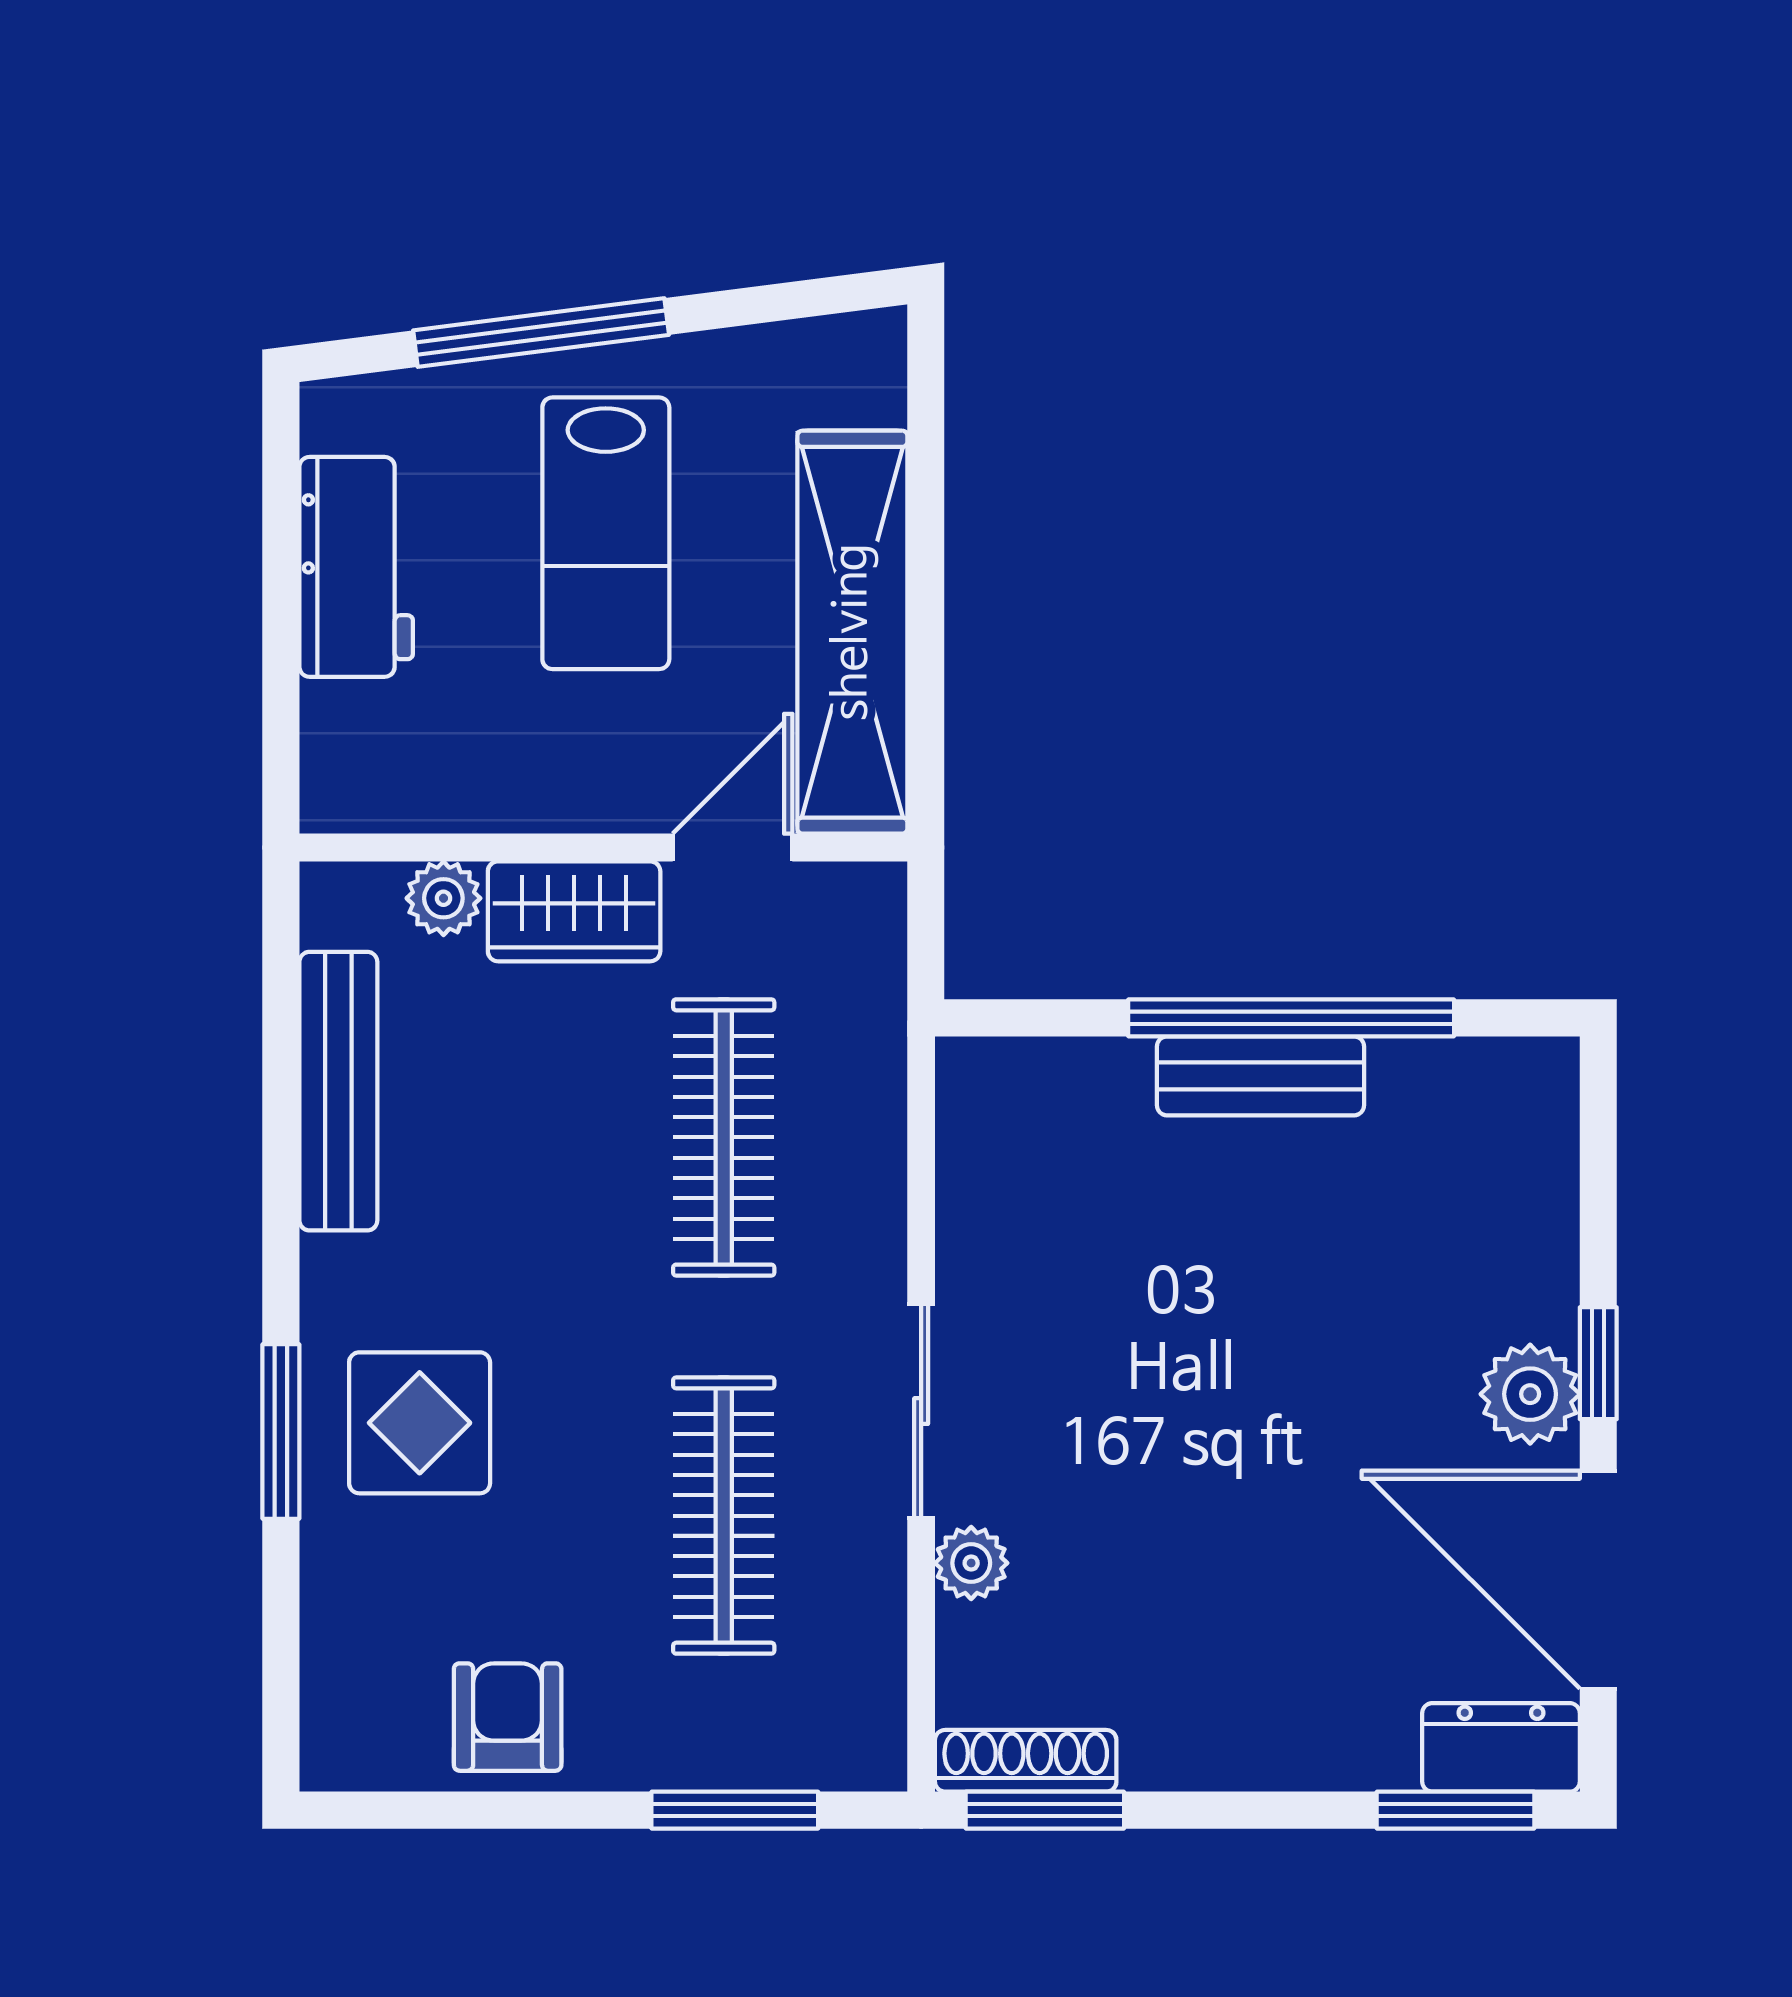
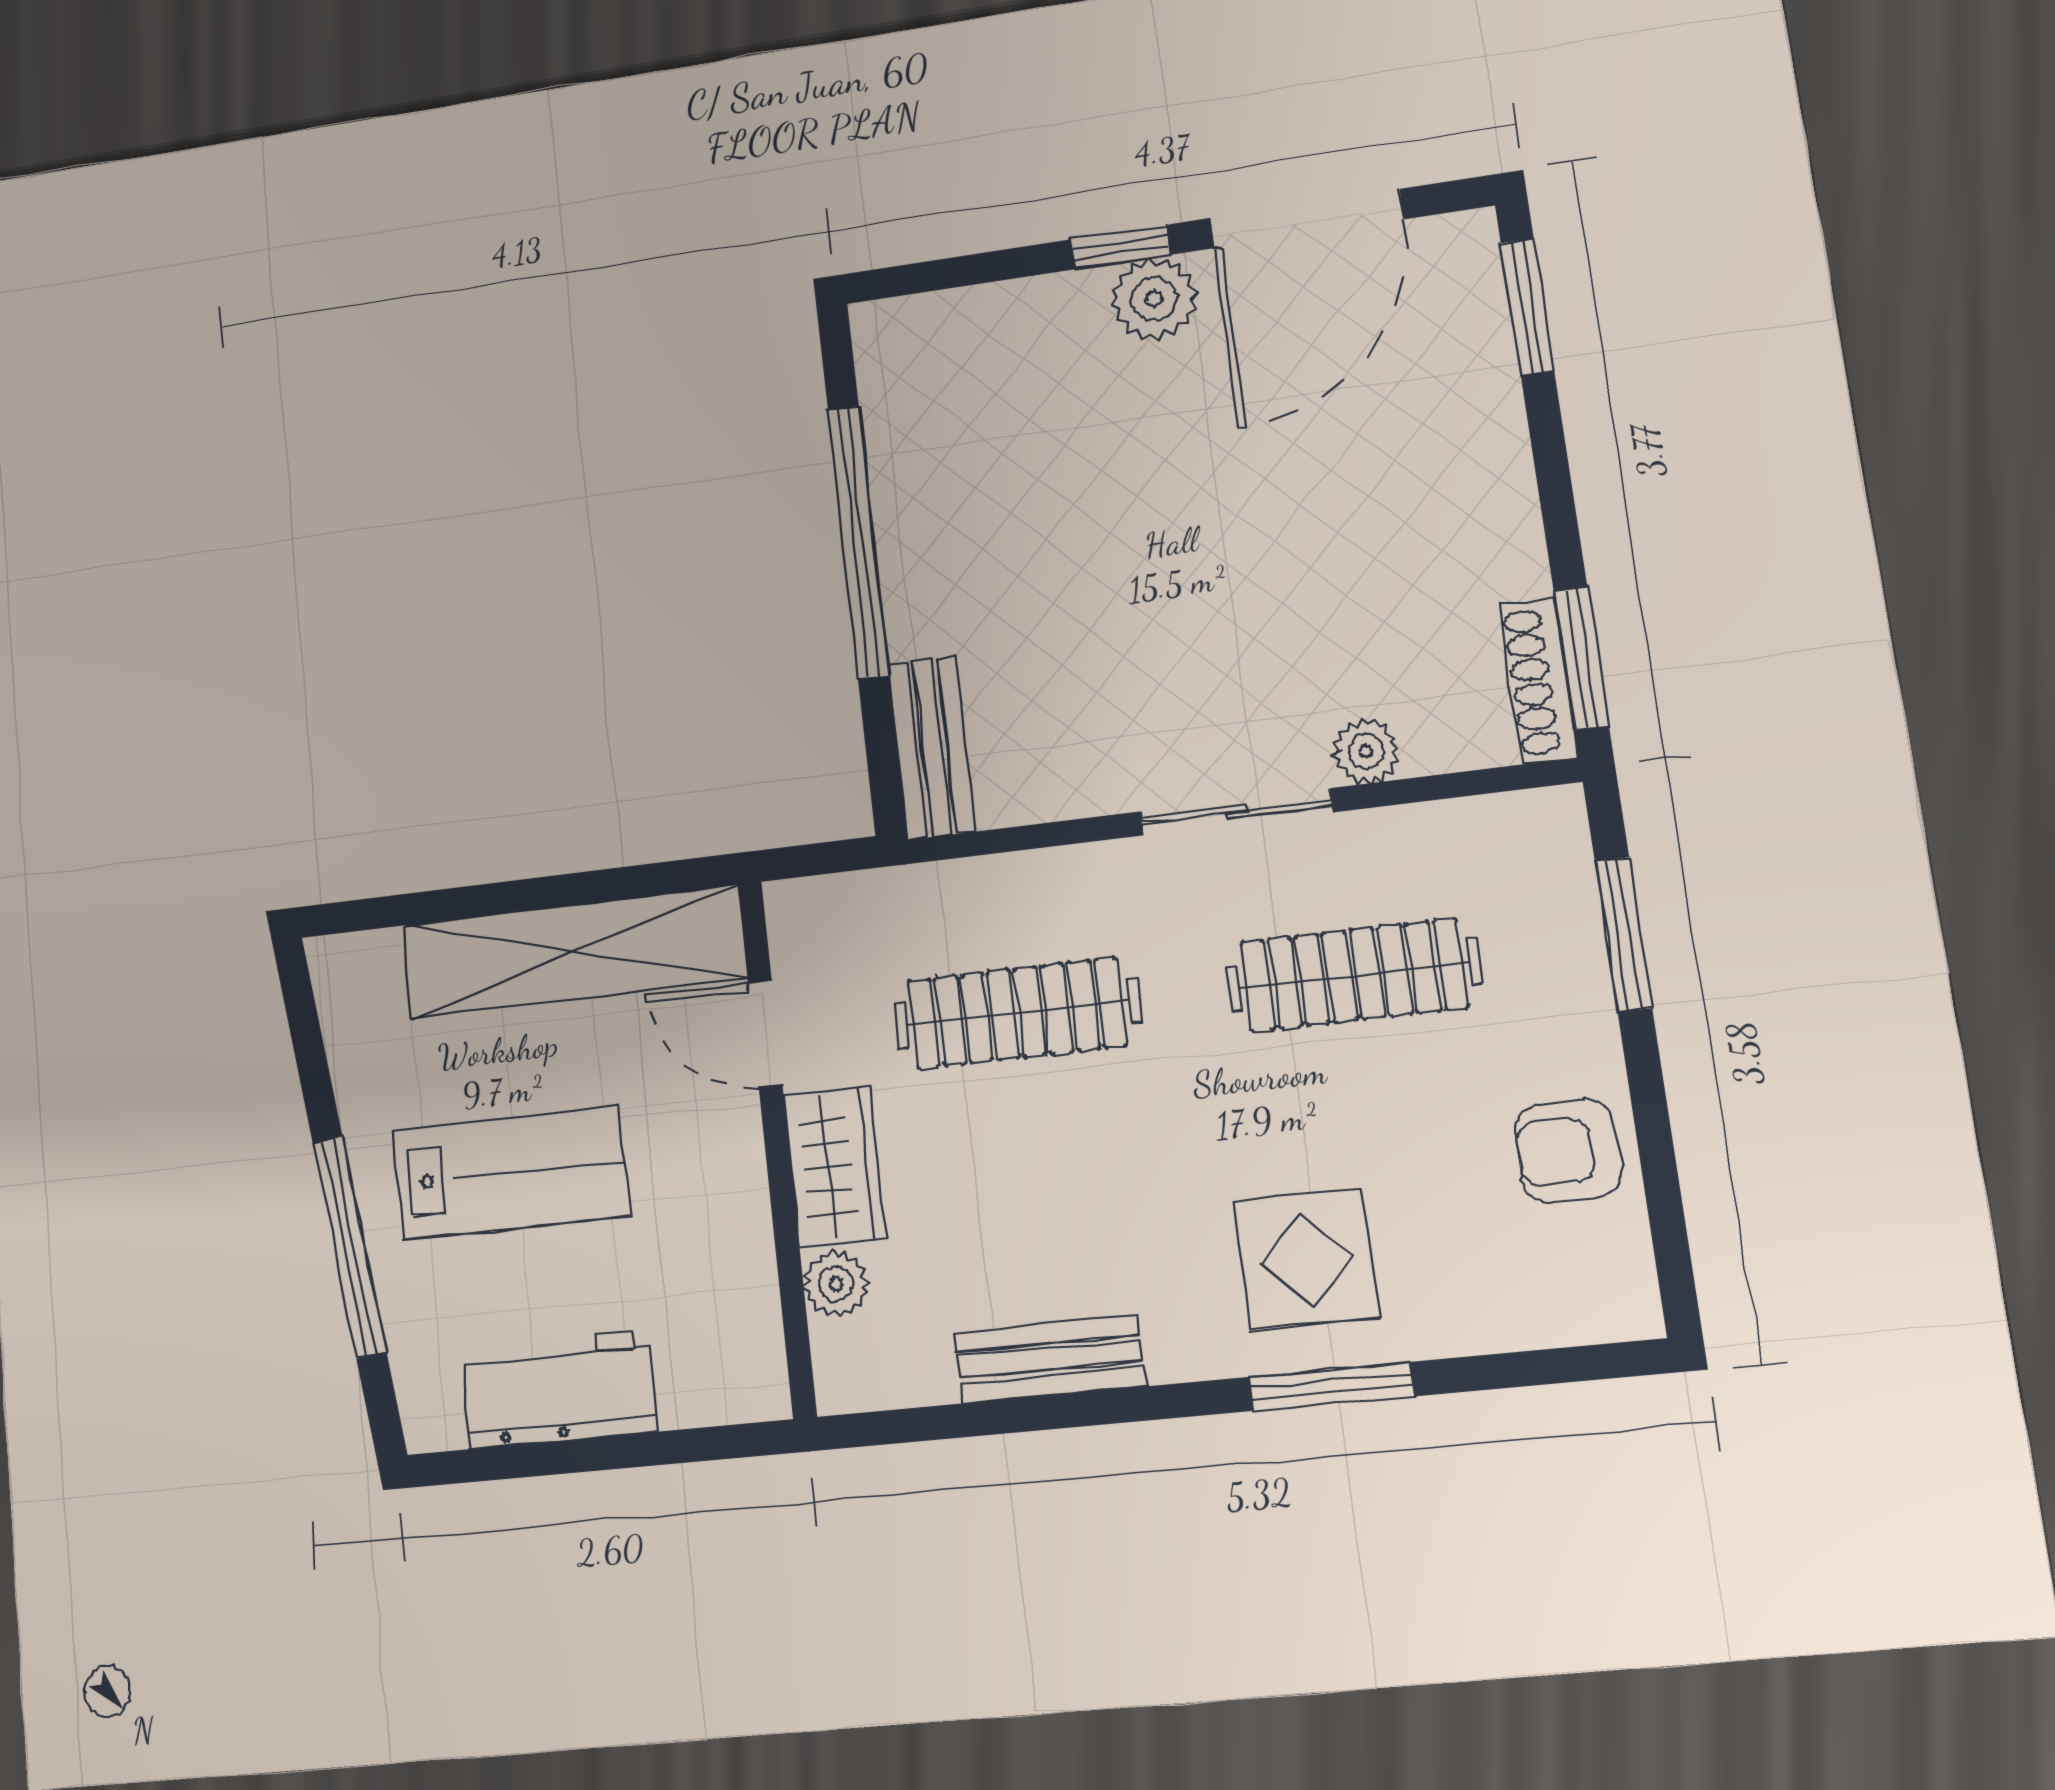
bench: (1261, 1076) -> (932, 747), moved
bench: (338, 1091) -> (1049, 1359), width x0.73
dresser: (1501, 1747) -> (1466, 277), removed

